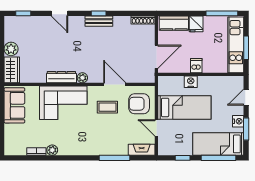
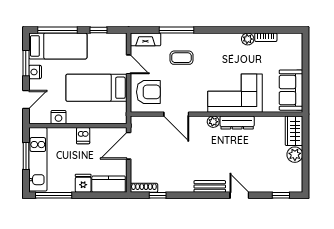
window: (99, 13) -> (158, 195), moved
bench: (99, 21) -> (210, 186), moved
nightstand: (191, 82) -> (58, 117), moved
coffee table: (107, 107) -> (181, 58), moved

